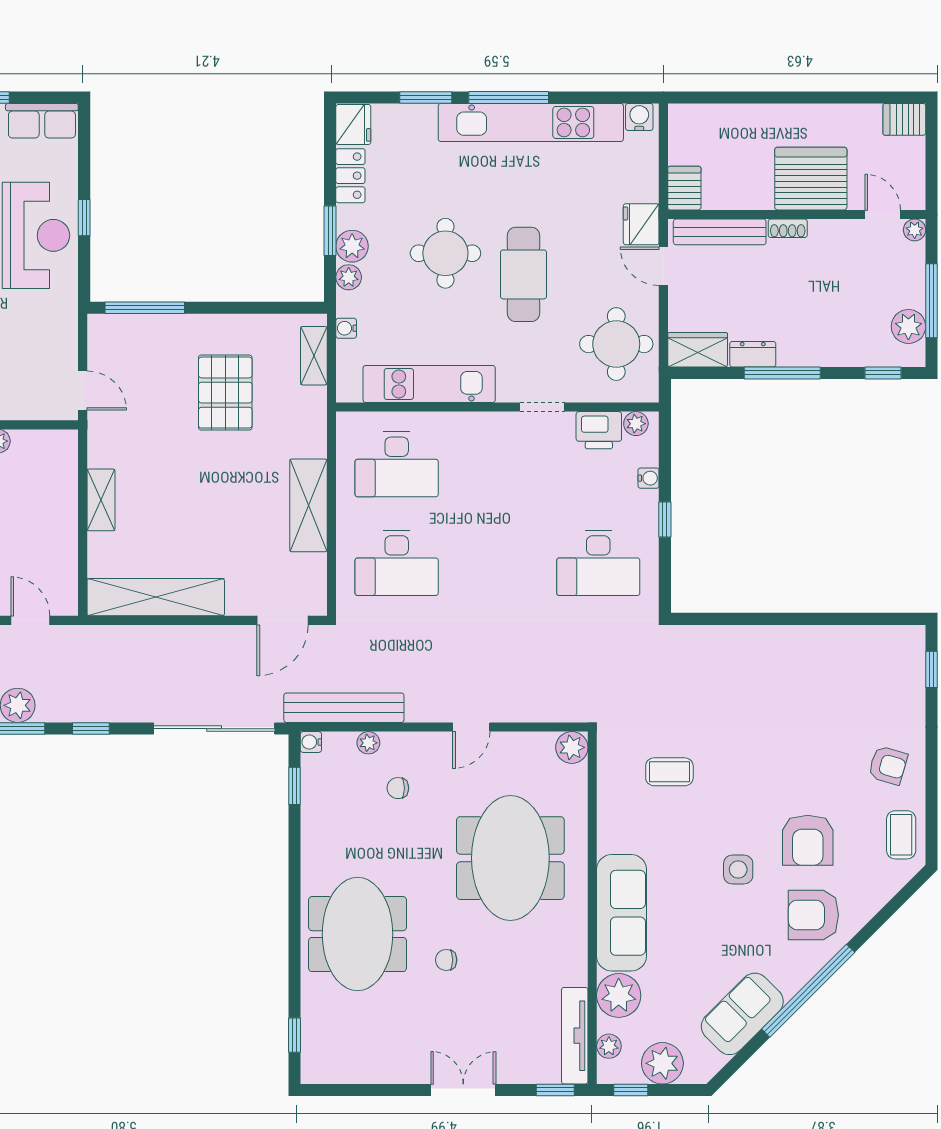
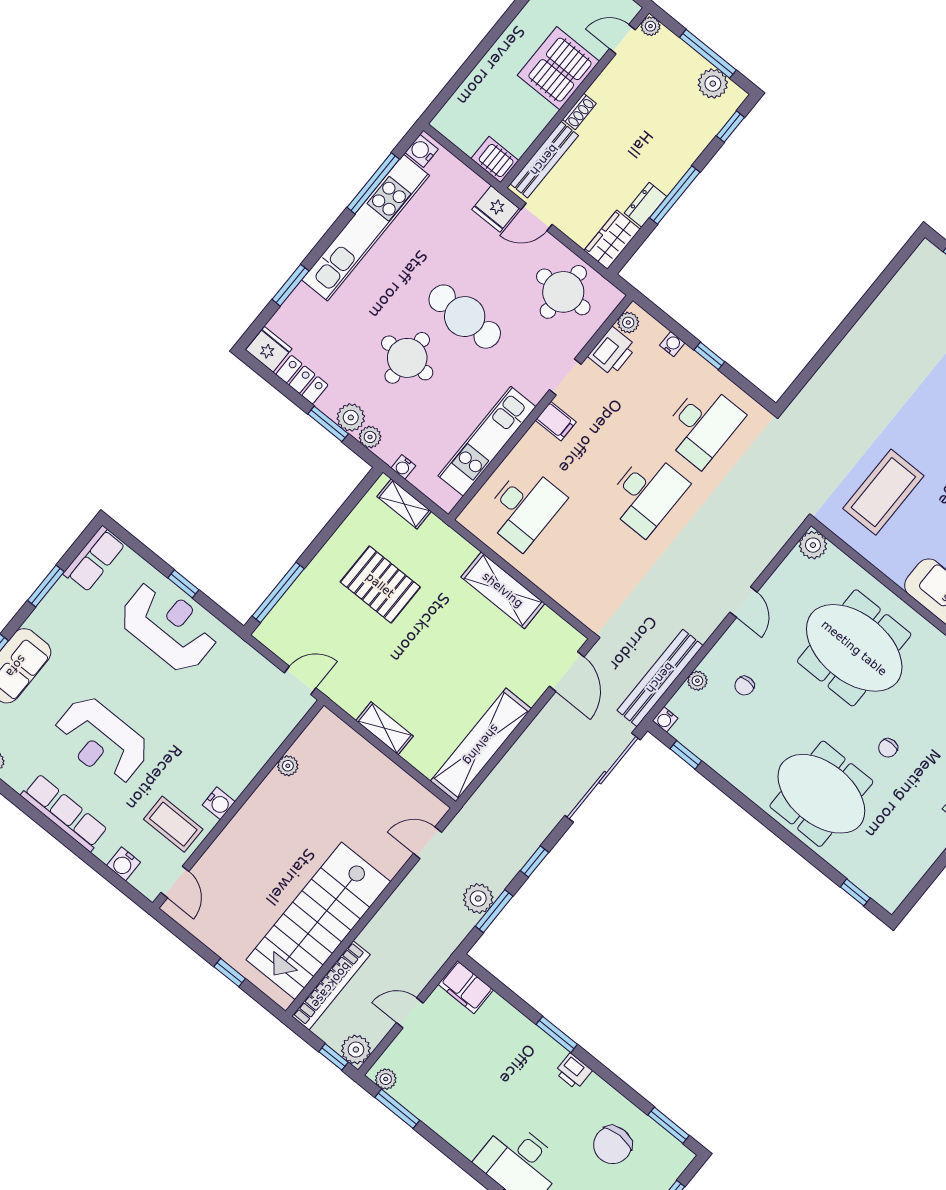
window: (509, 97) -> (373, 183), moved
filing cabinet: (496, 430) -> (556, 421), added
desk: (397, 563) -> (647, 494), moved
coffee table: (669, 772) -> (883, 492), width x1.86, depth x1.72

